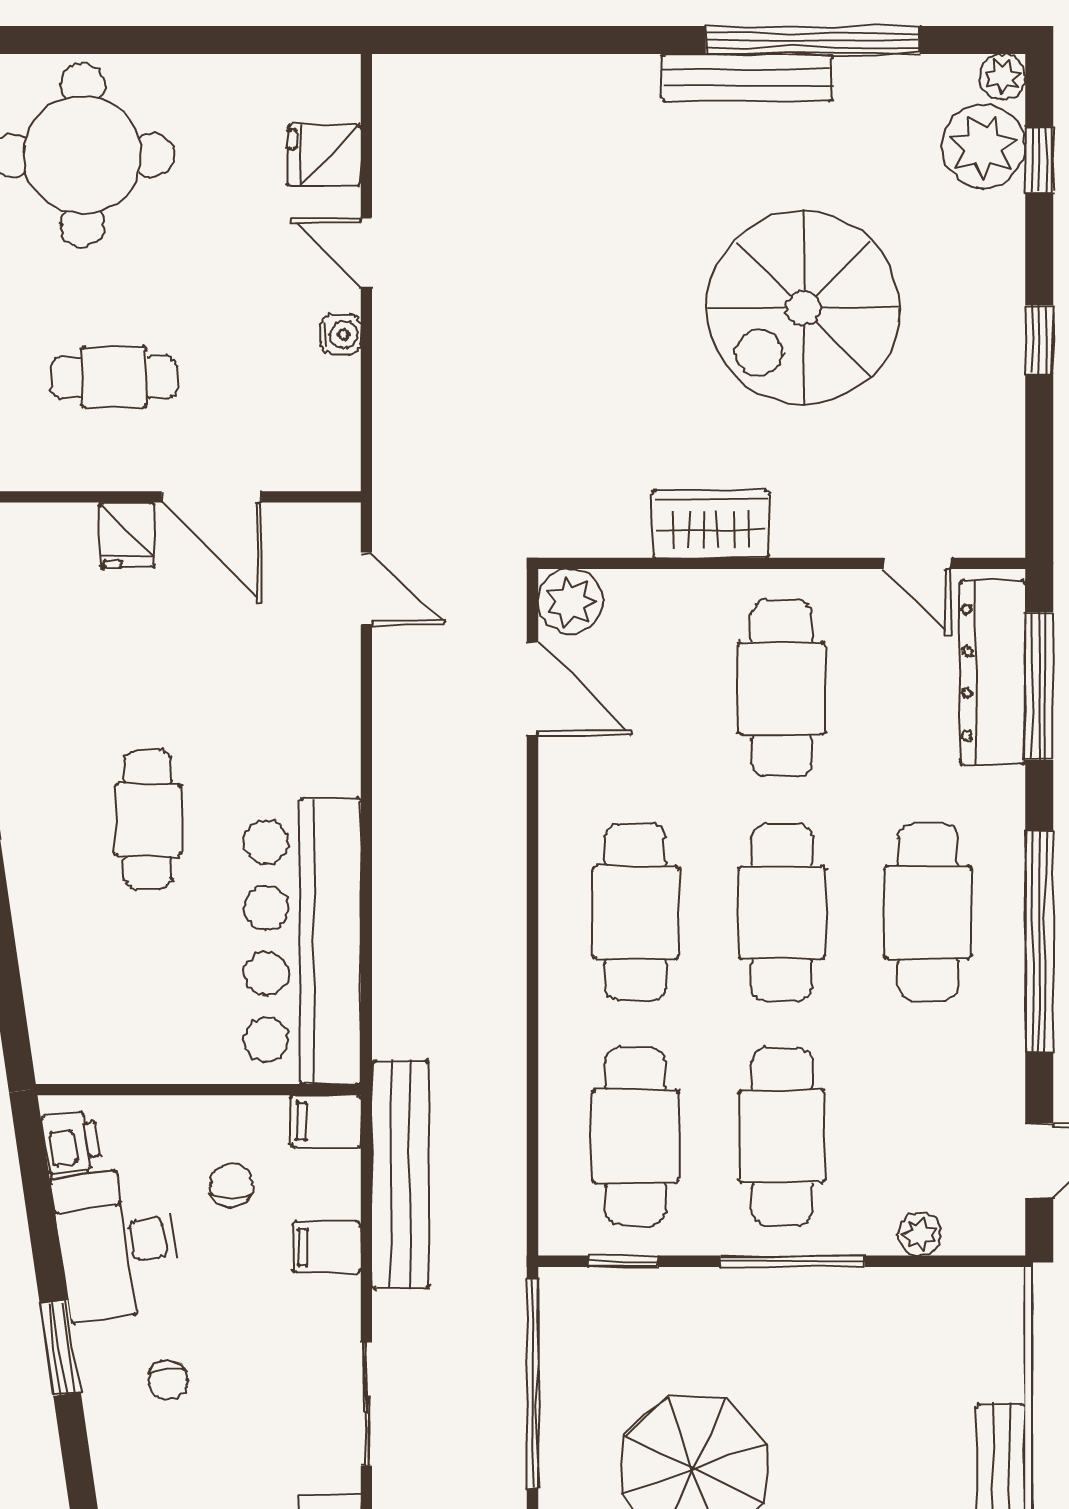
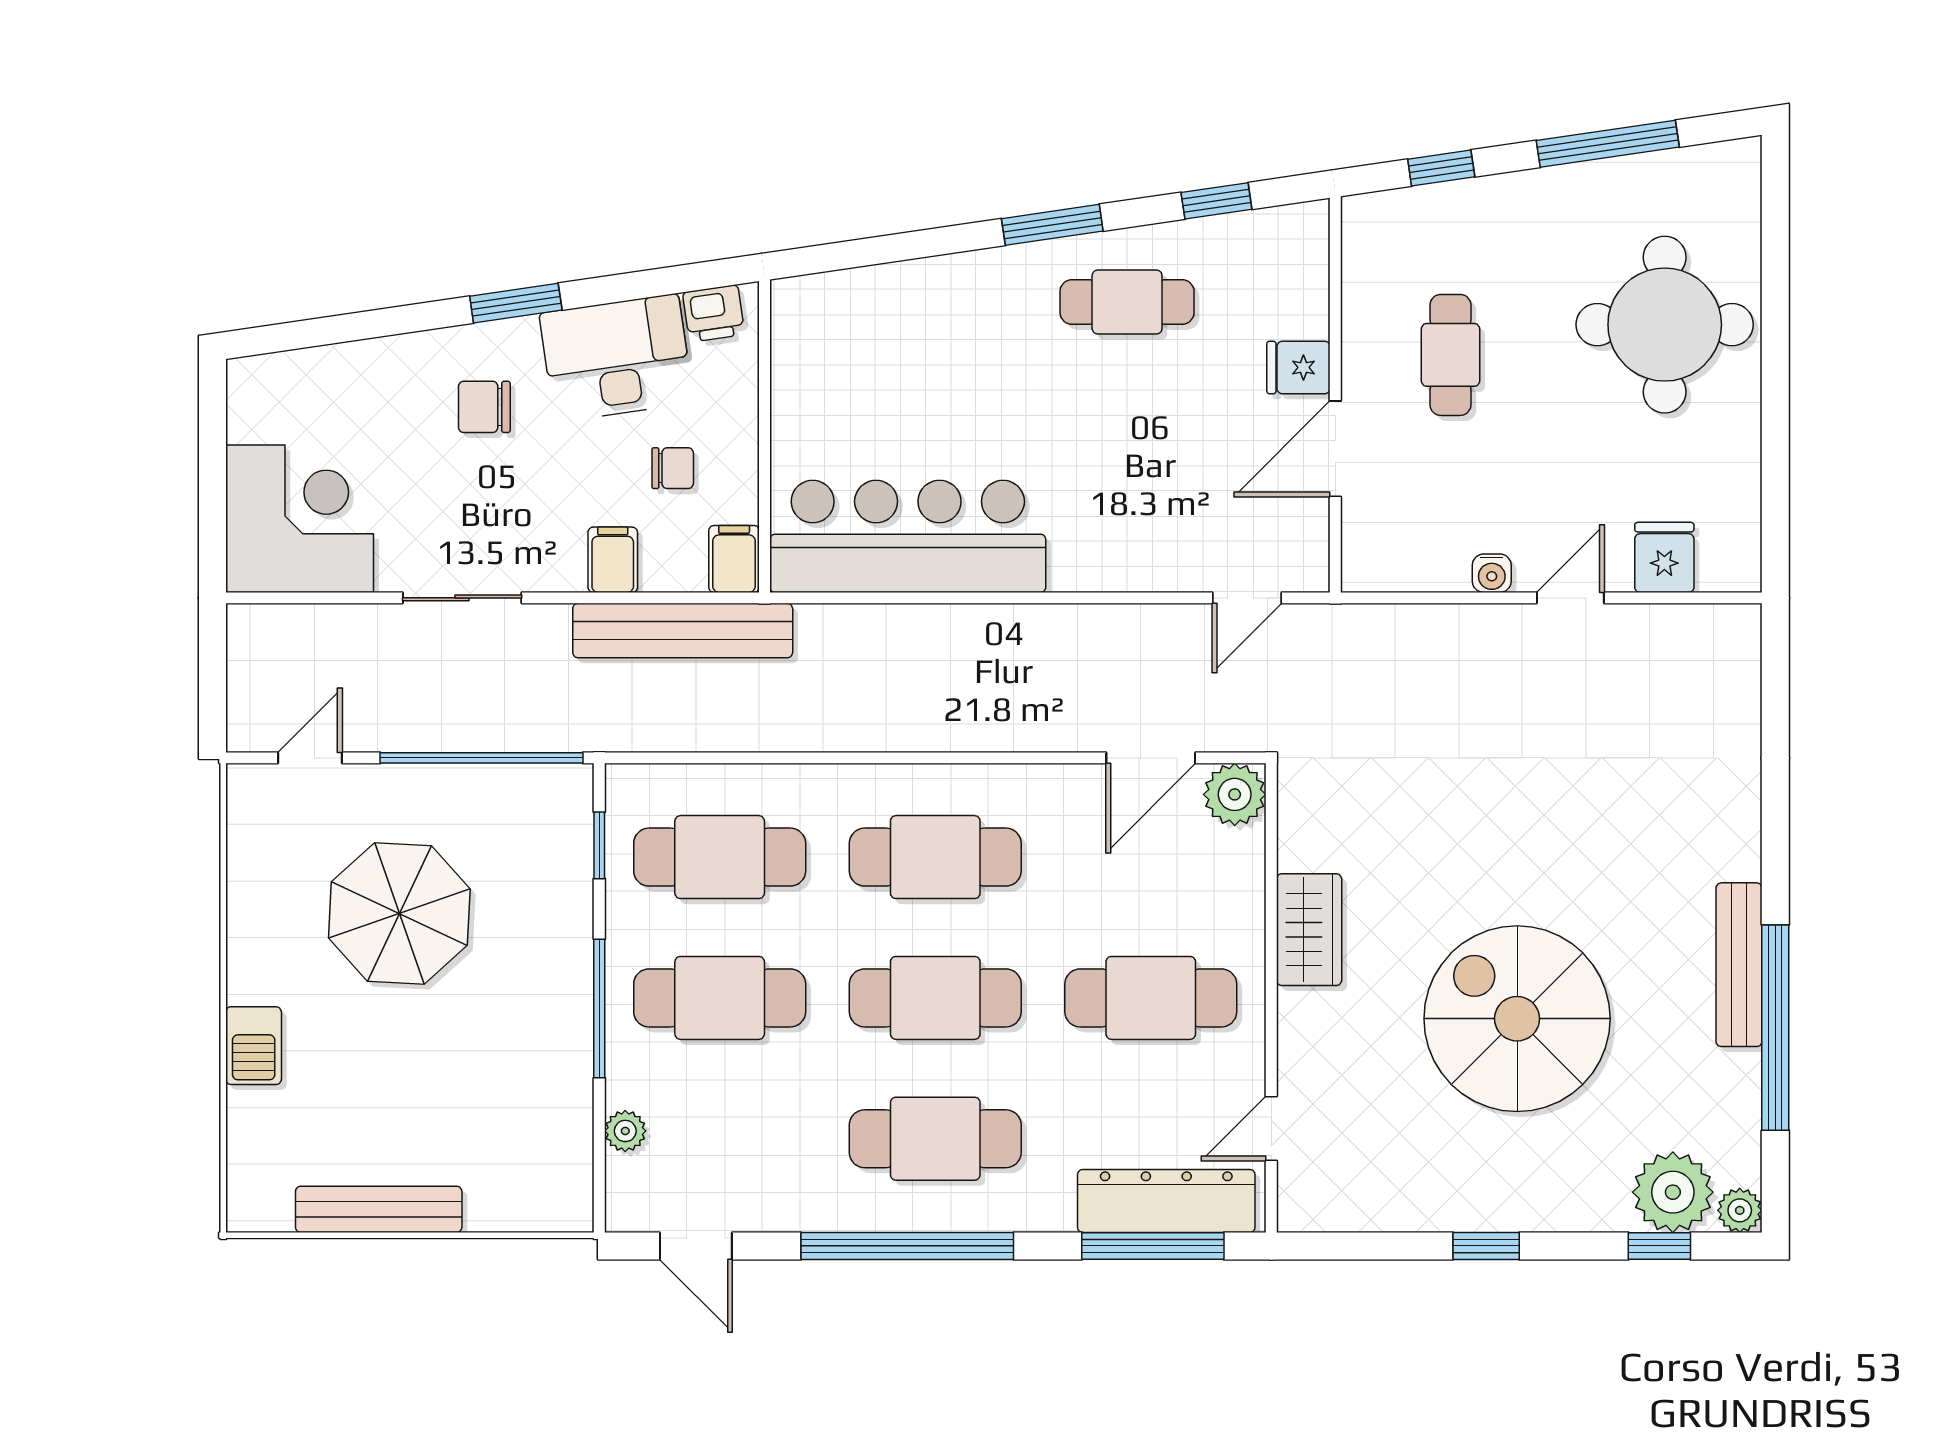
cafe table: (148, 820) -> (1127, 302), moved
chair: (168, 1381) -> (484, 407), width x1.37, depth x1.37

